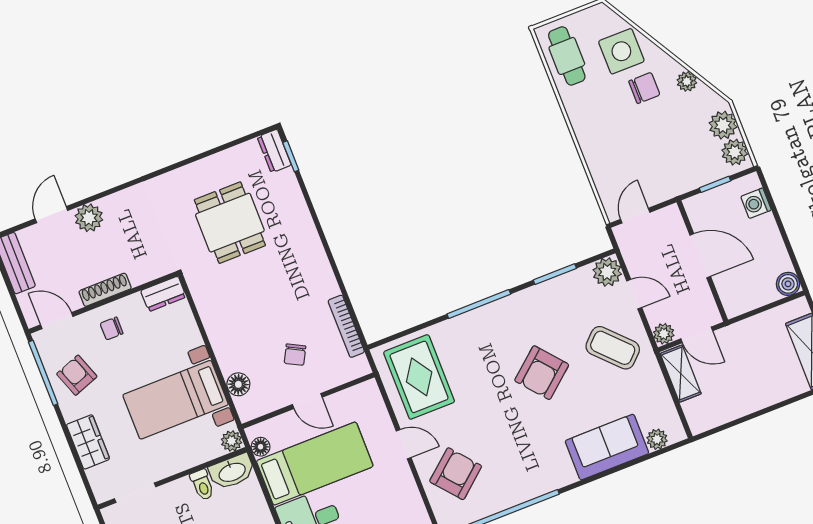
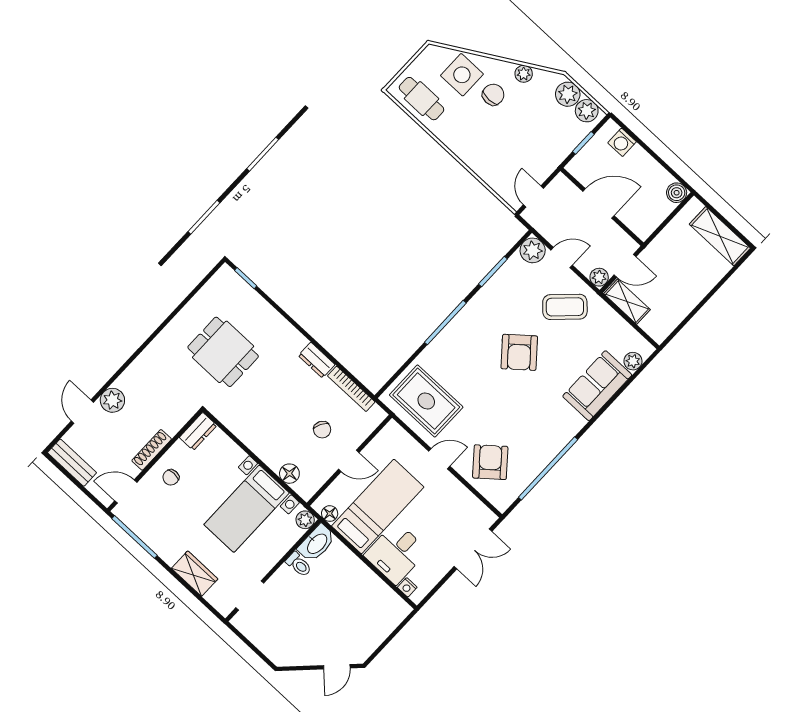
dresser: (274, 151) -> (317, 360), moved
armchair: (77, 375) -> (161, 526), removed

